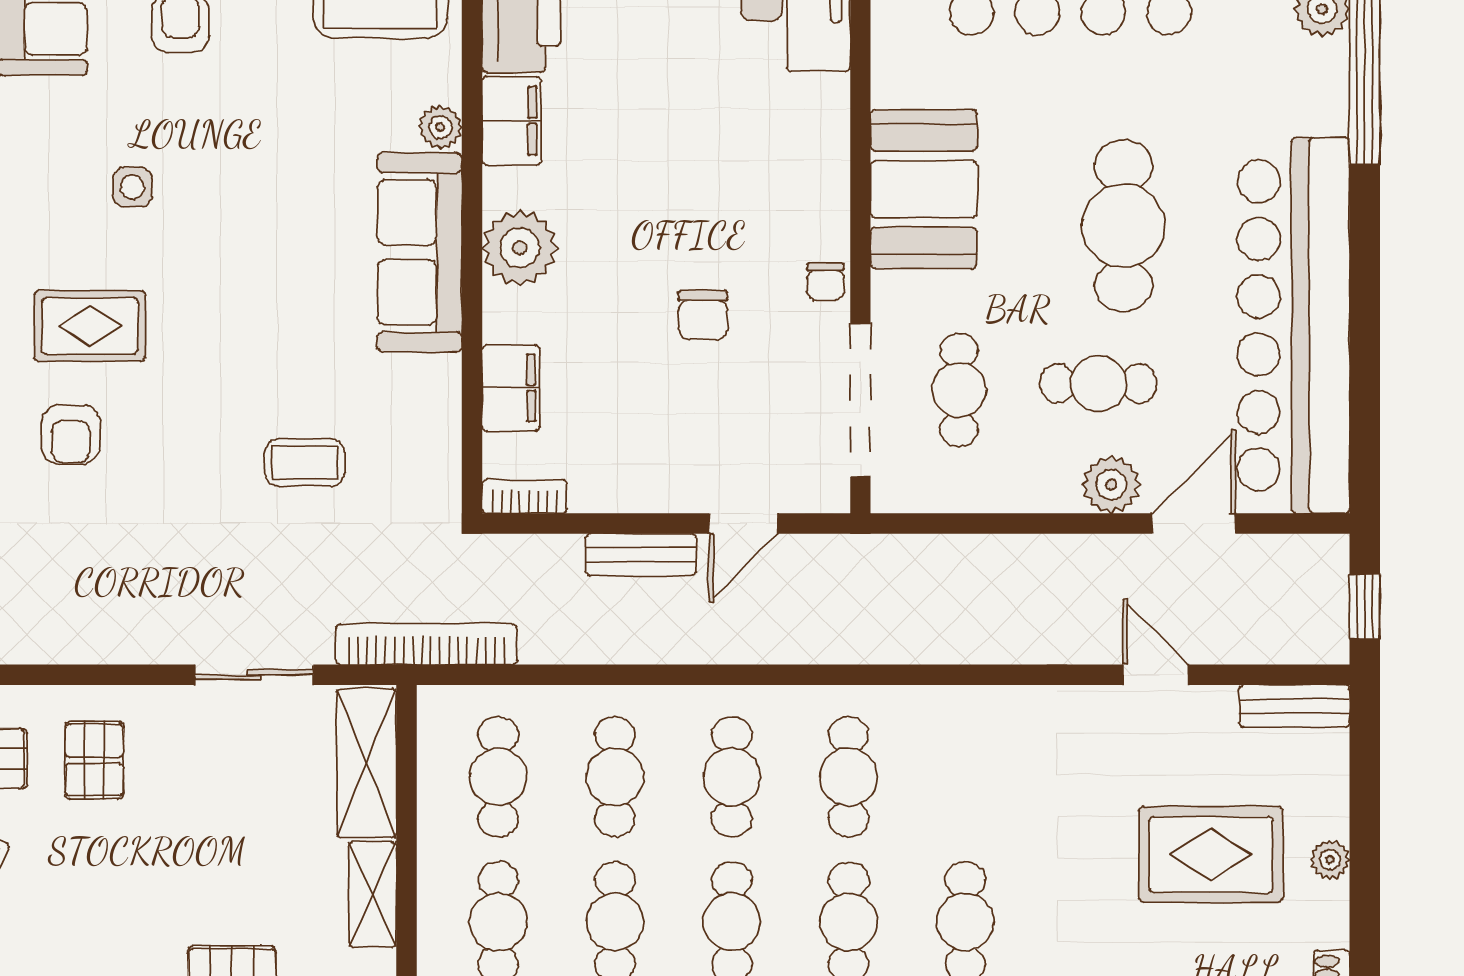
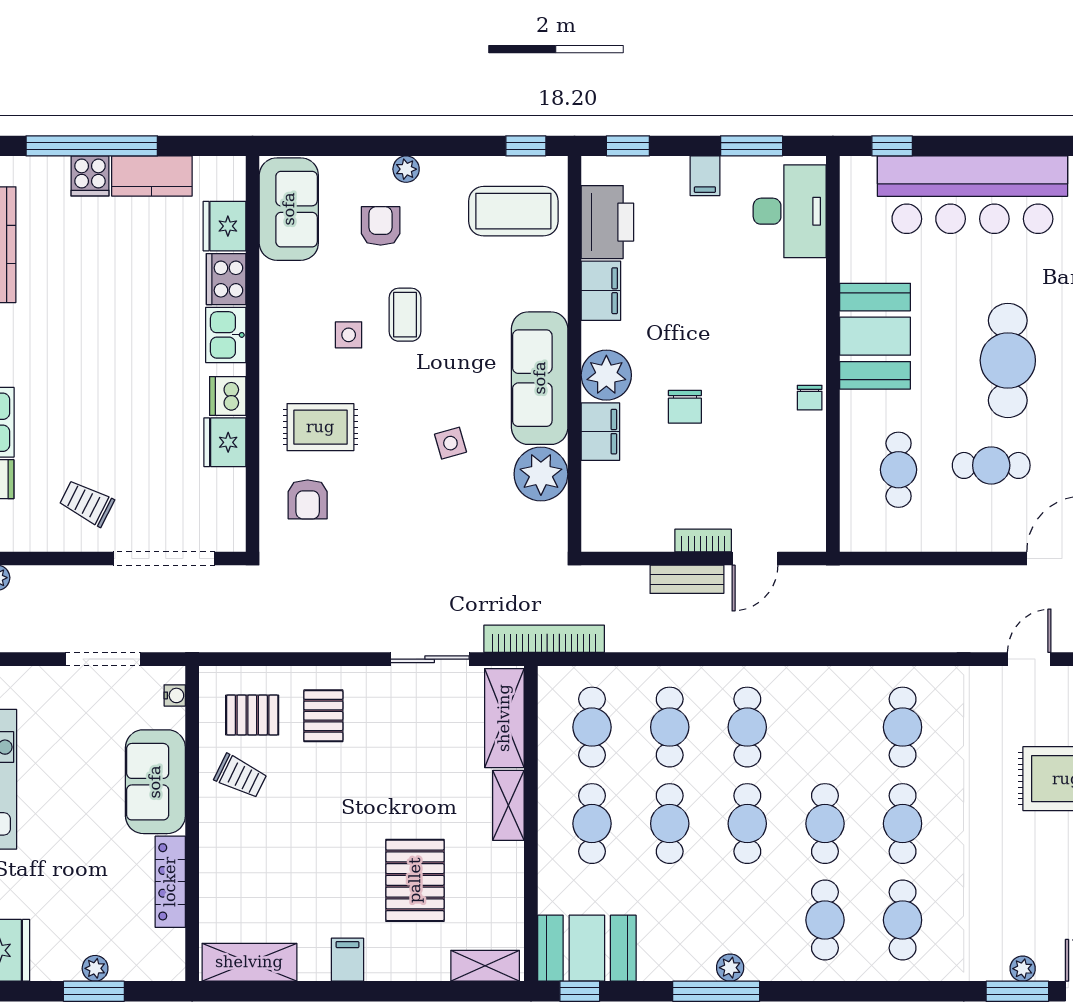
plant: (440, 127) -> (541, 474), moved, width x1.88, depth x1.88
chair: (703, 315) -> (685, 407), moved
side table: (285, 350) -> (450, 443), added
filing cabinet: (511, 388) -> (600, 432), moved
doorway: (860, 400) -> (833, 477), removed
coffee table: (305, 463) -> (405, 315), moved, turned 90
plant: (1111, 485) -> (1000, 533), removed
bookcase: (525, 496) -> (703, 540), moved
door: (1156, 675) -> (1029, 659), hinge flipped
cafe table: (848, 777) -> (903, 727), moved

